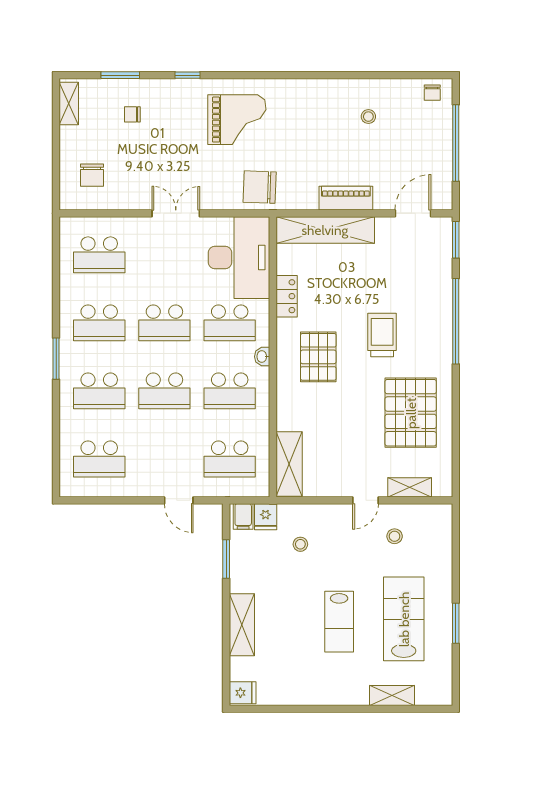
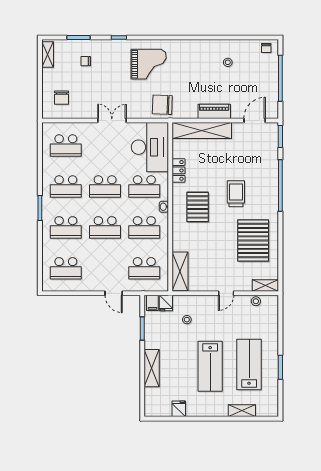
shelving: (410, 487) -> (265, 285), moved
stool: (395, 536) -> (256, 301), moved
lab bench: (339, 622) -> (210, 366), width x1.36, depth x1.39
fridge: (243, 693) -> (179, 409), moved, turned -90

